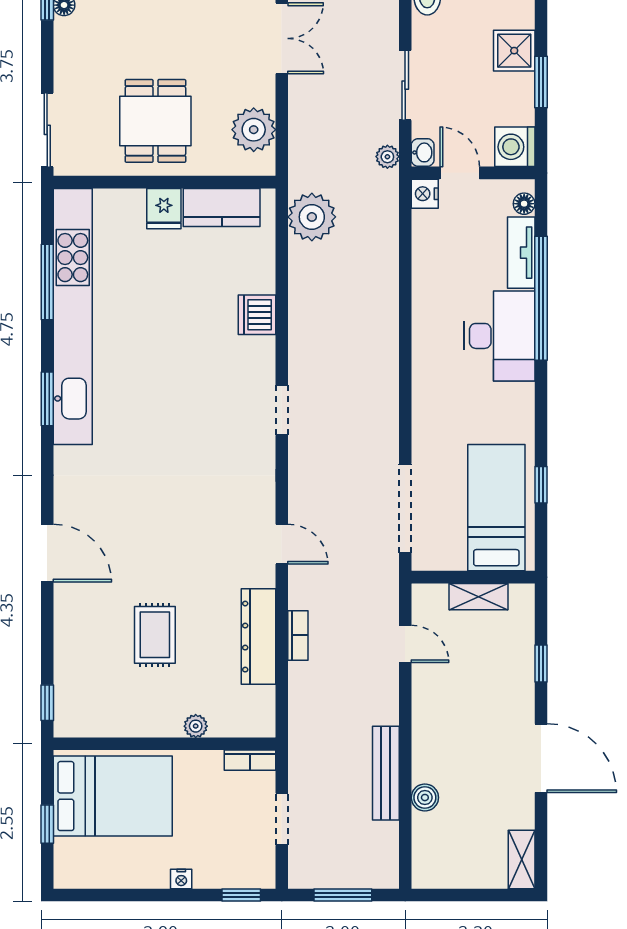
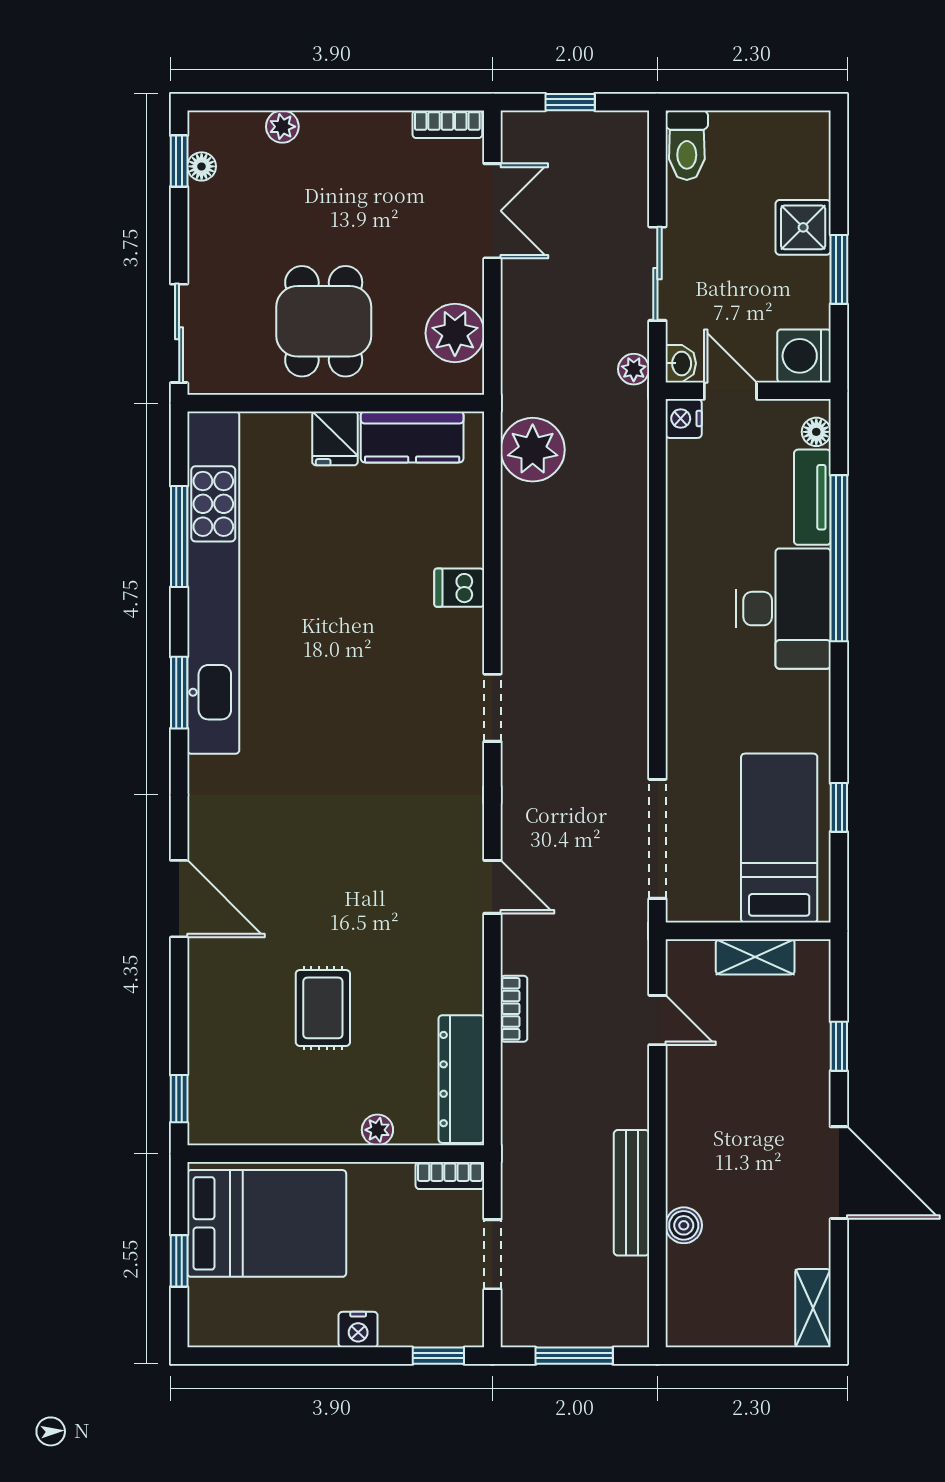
dishwasher: (257, 315) -> (459, 588), width x0.73
dresser: (258, 637) -> (461, 1079), moved
nightstand: (181, 879) -> (358, 1330), width x1.39, depth x1.35

